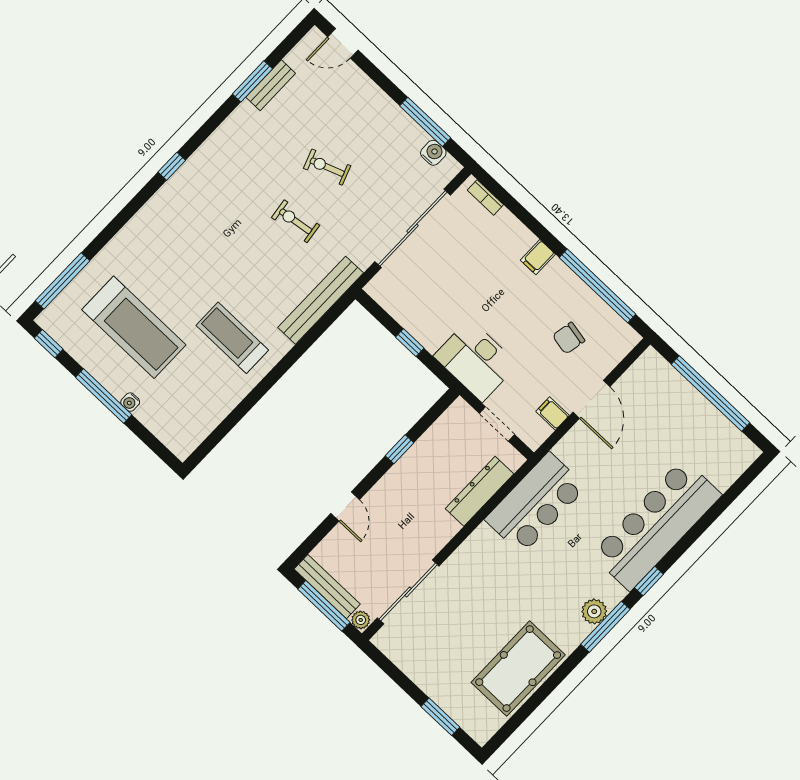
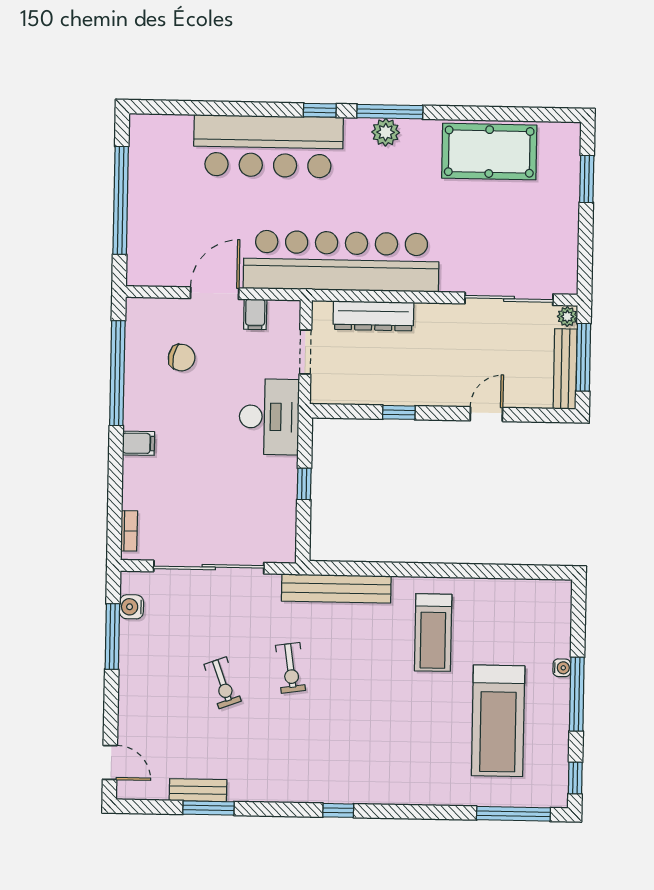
treadmill: (134, 327) -> (498, 721), turned 180
bar counter: (536, 503) -> (341, 261), width x1.86

